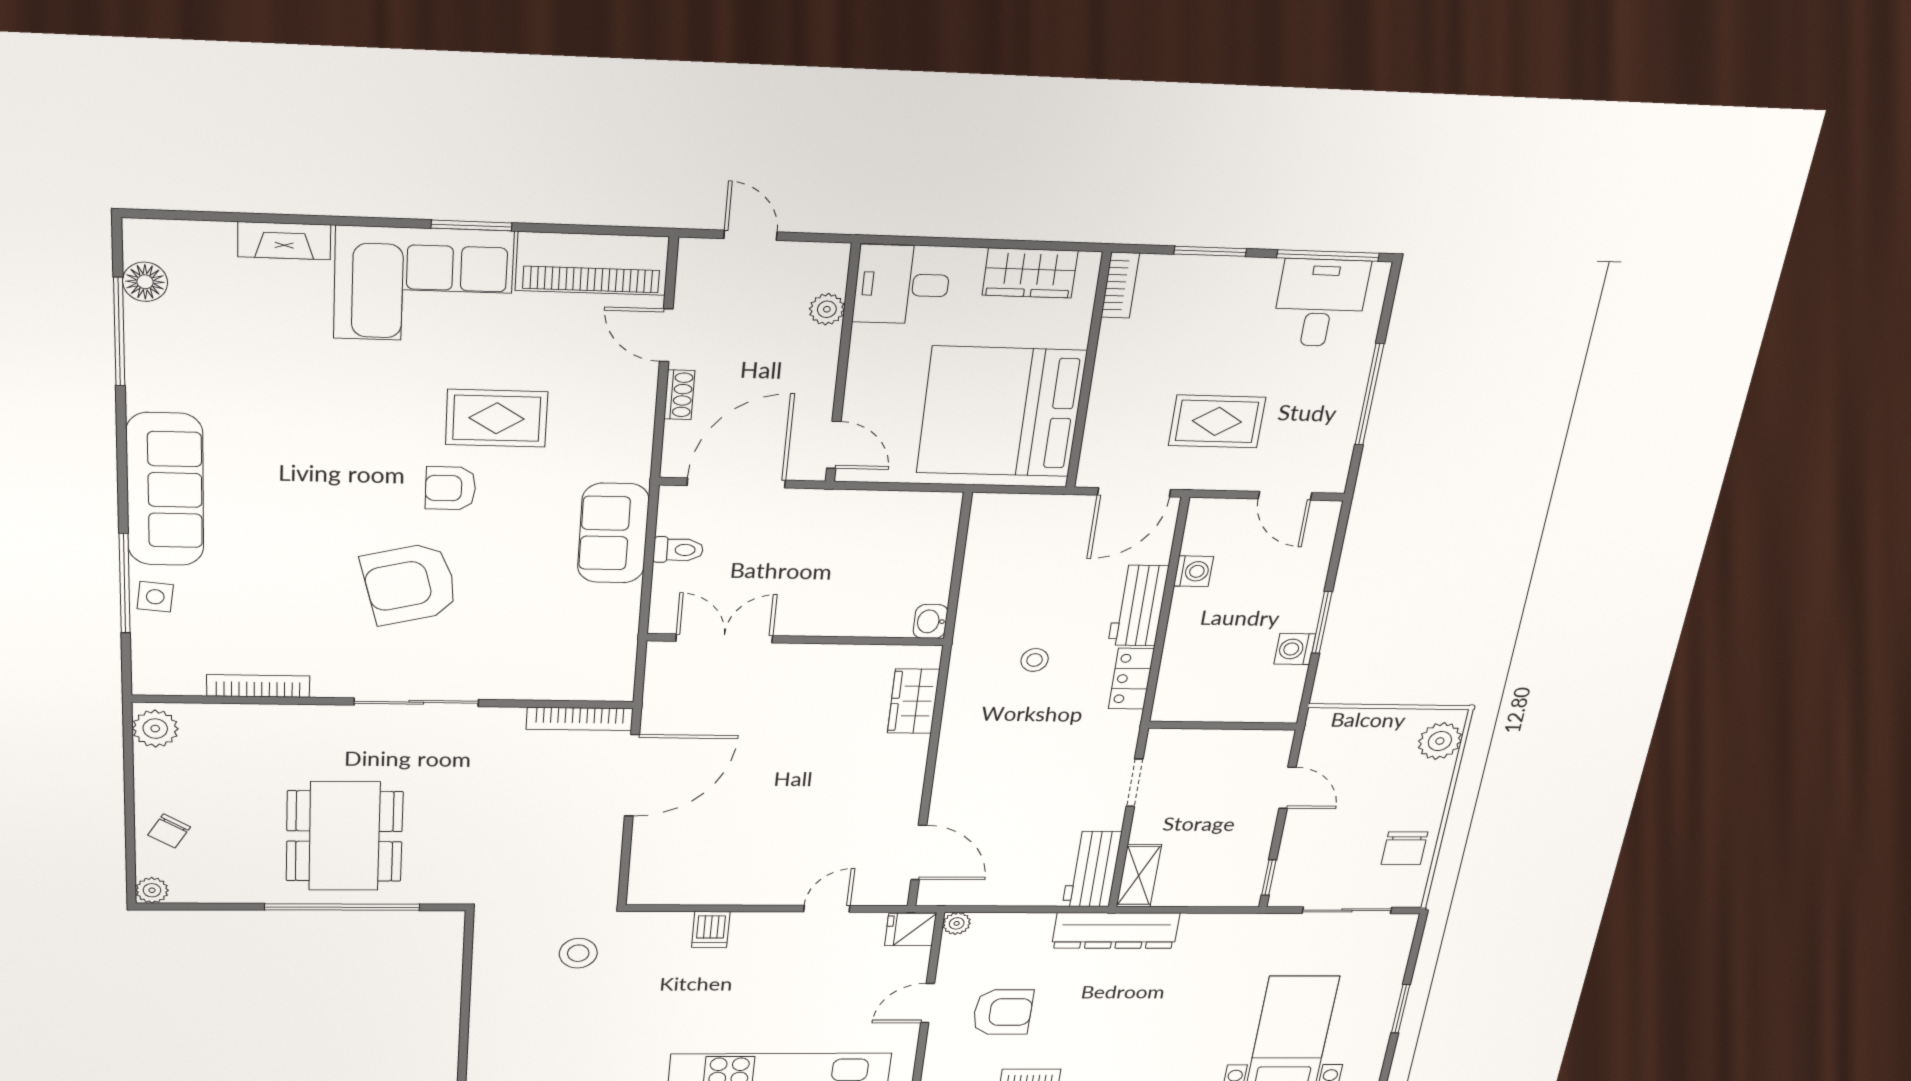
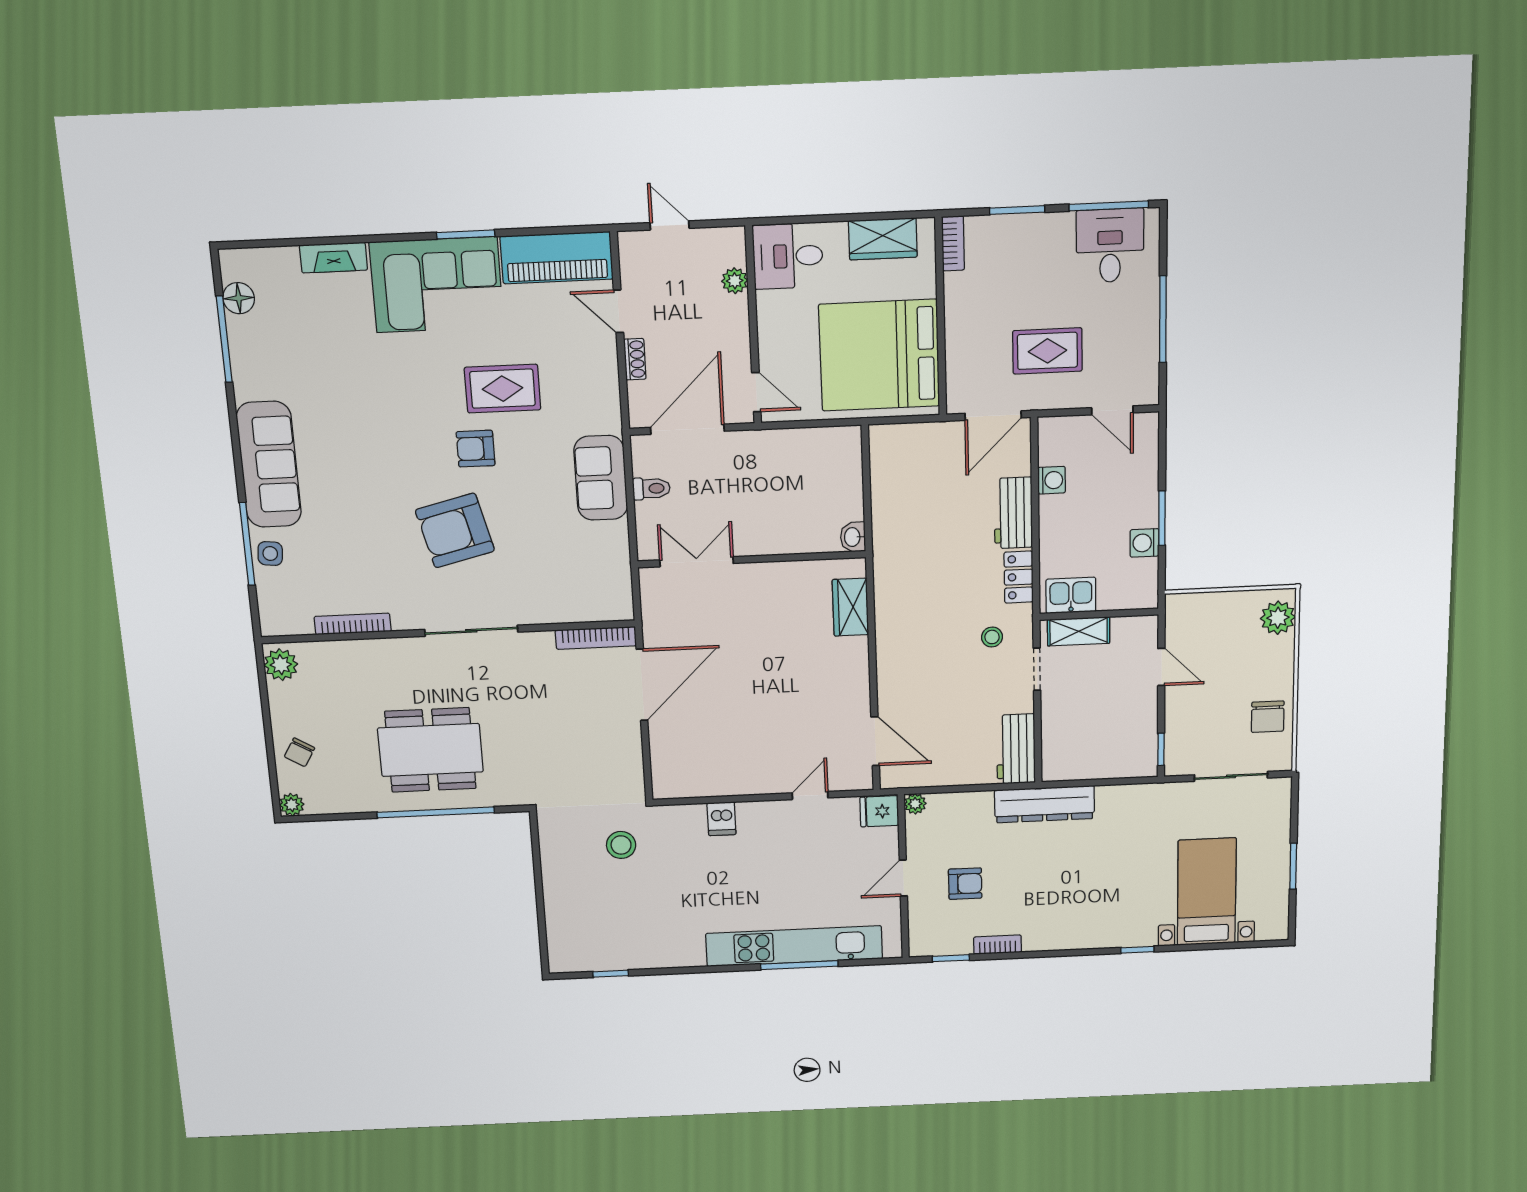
stool: (1035, 660) -> (992, 637), moved
kitchen sink: (1192, 703) -> (1071, 595), added
dining table: (344, 836) -> (430, 750), turned 90
shelving: (1139, 876) -> (1079, 631), moved, turned 90
armchair: (1003, 1012) -> (965, 884), width x0.72, depth x0.72

